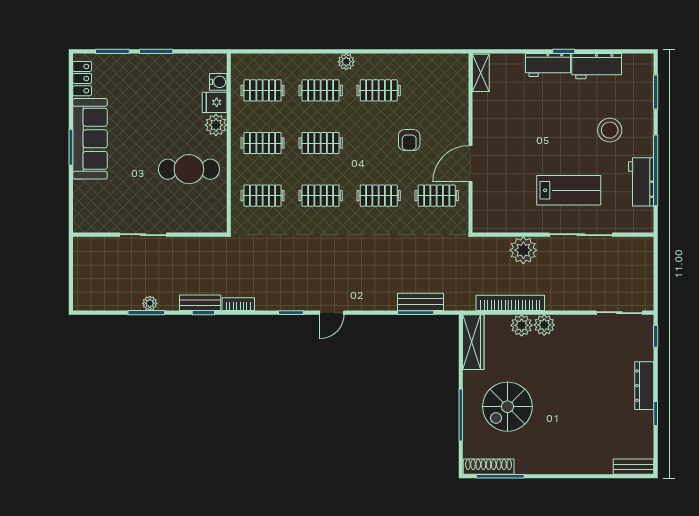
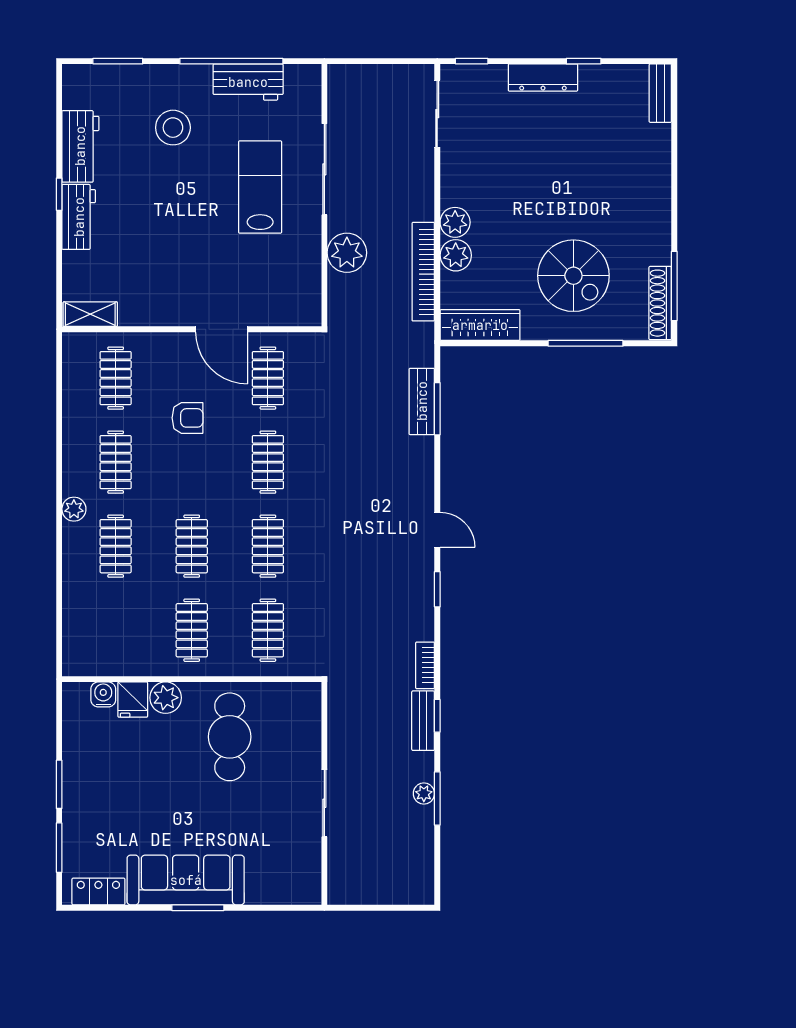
clothes rail: (263, 90) -> (116, 378), moved

